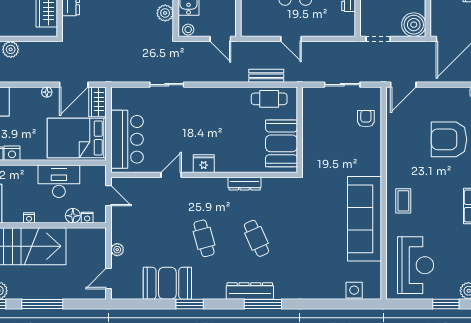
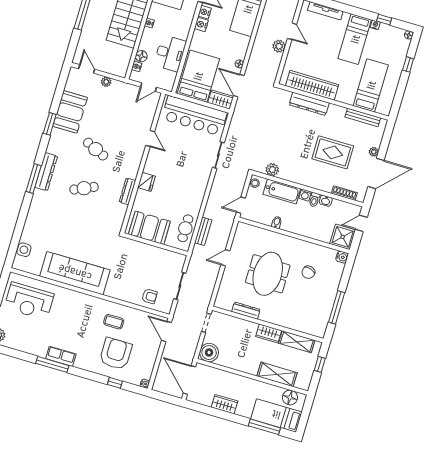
bar counter: (127, 139) -> (194, 116), width x1.36
fridge: (204, 164) -> (147, 182), moved
coffee table: (403, 201) -> (114, 322), moved
cafe table: (204, 238) -> (96, 149), turned 39

